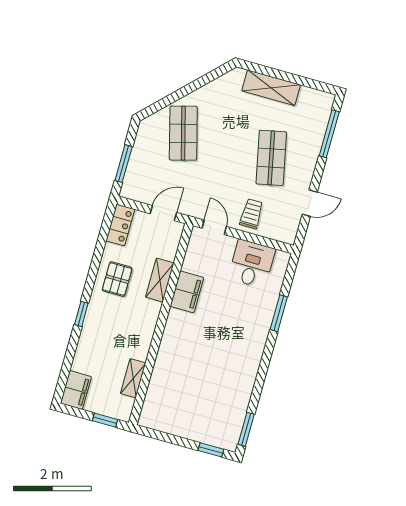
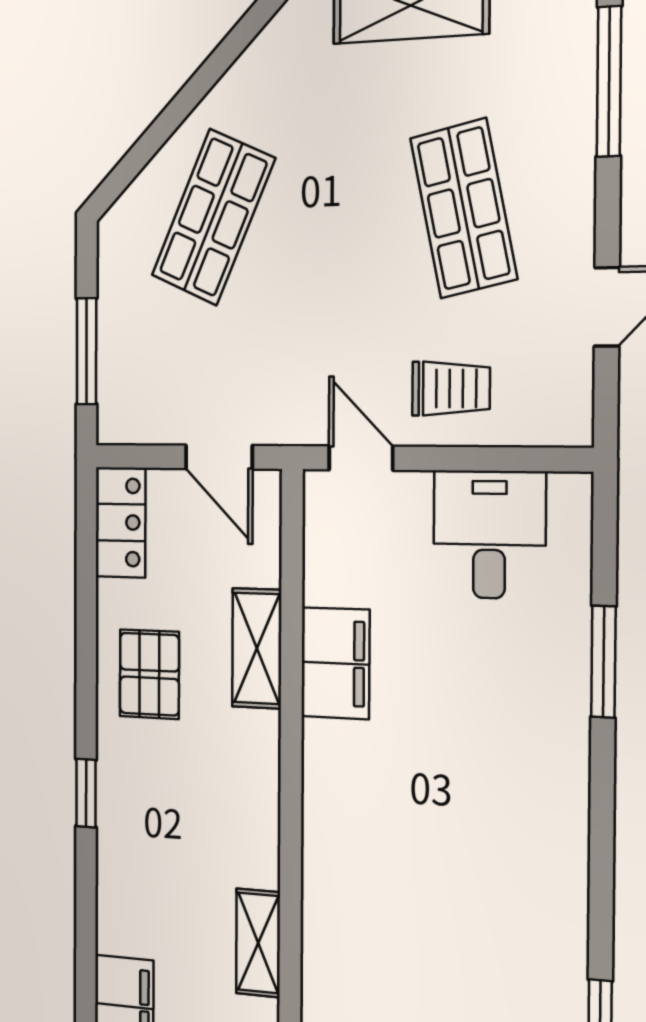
shop shelf: (183, 133) -> (213, 217), turned 39
door: (163, 213) -> (219, 457), swing flipped
trolley: (251, 214) -> (451, 388), turned 90

